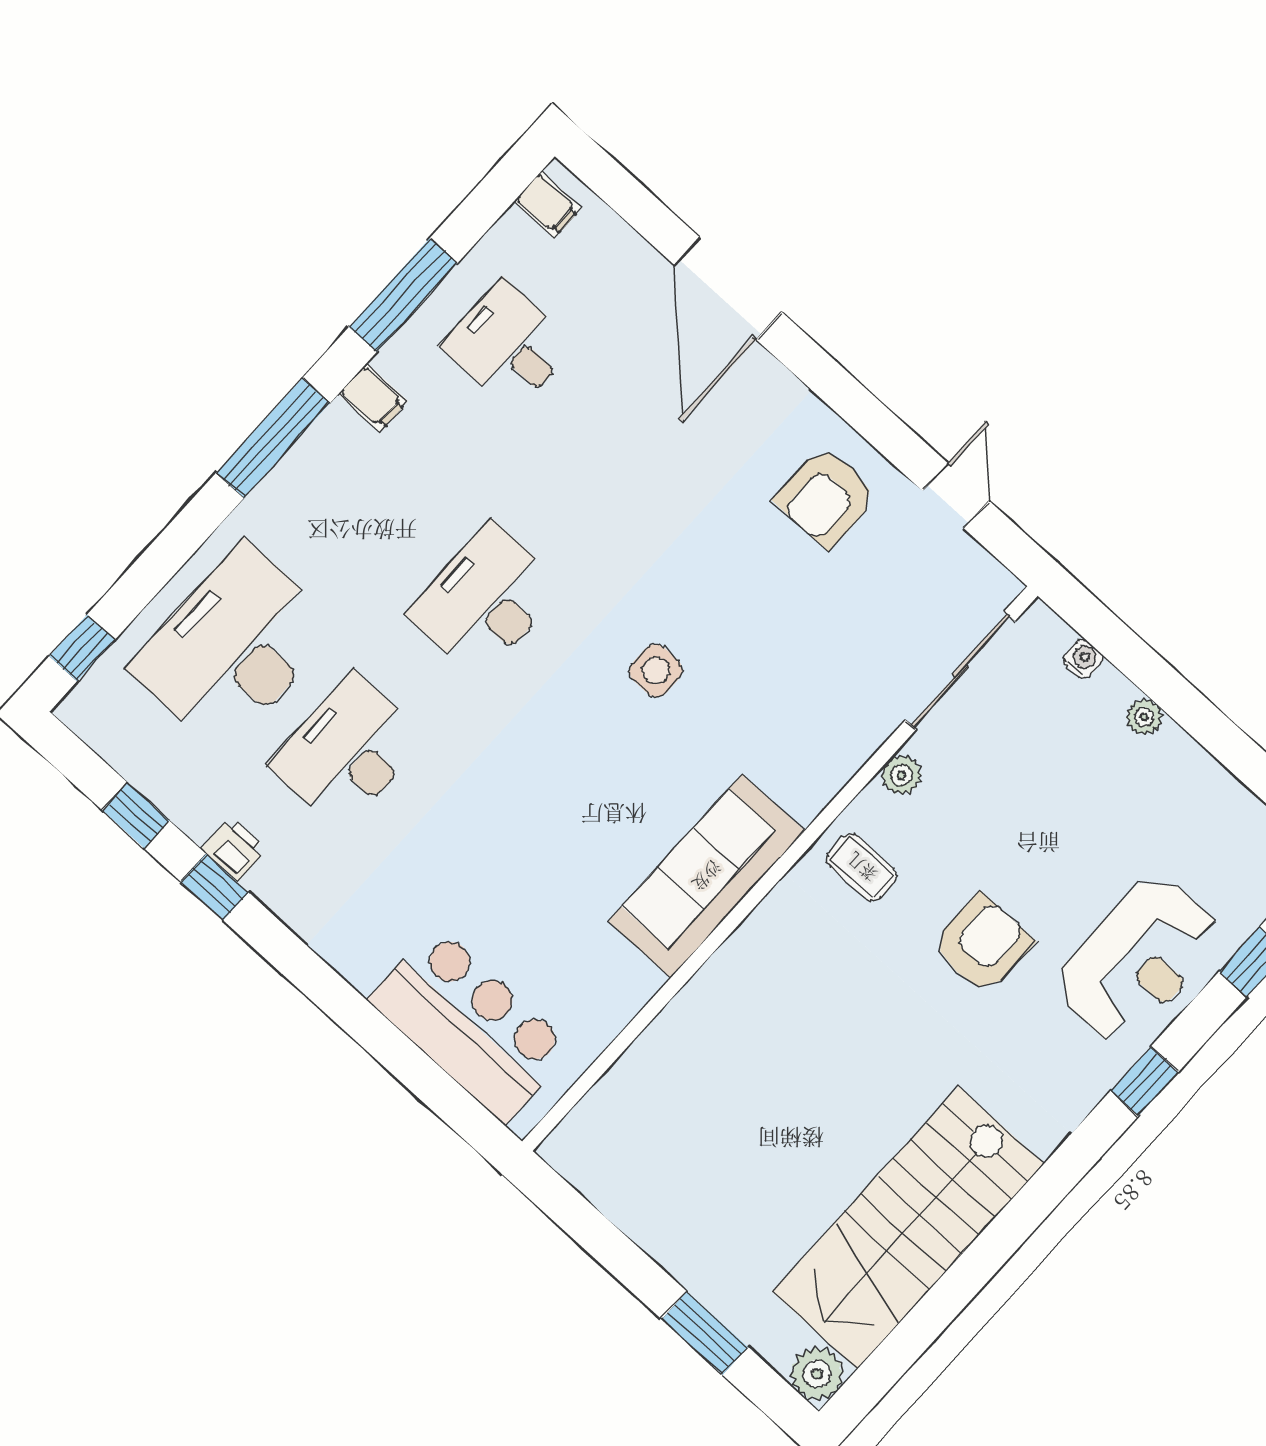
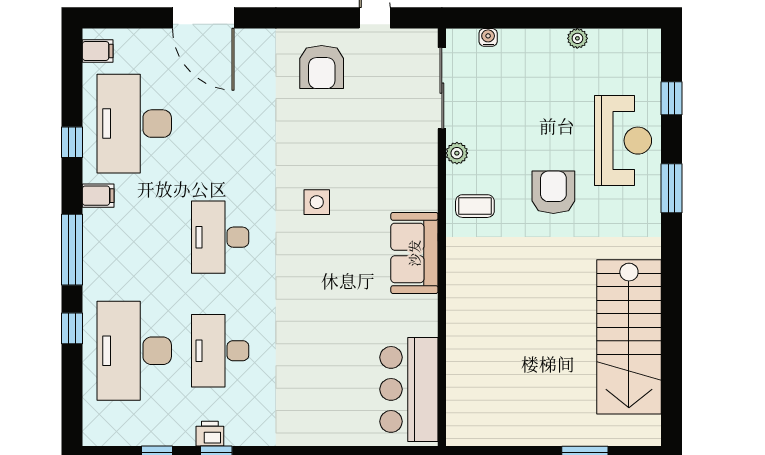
window: (403, 295) -> (72, 142), width x0.46
desk: (508, 345) -> (134, 124), width x1.87, depth x1.30
window: (82, 648) -> (72, 328), moved
plant: (1144, 717) -> (577, 38), moved
sofa: (707, 876) -> (414, 253), width x0.73
bar counter: (471, 1024) -> (409, 389), moved, turned -90
window: (1144, 1081) -> (672, 188), width x1.50
plant: (817, 1374) -> (646, 431), removed

